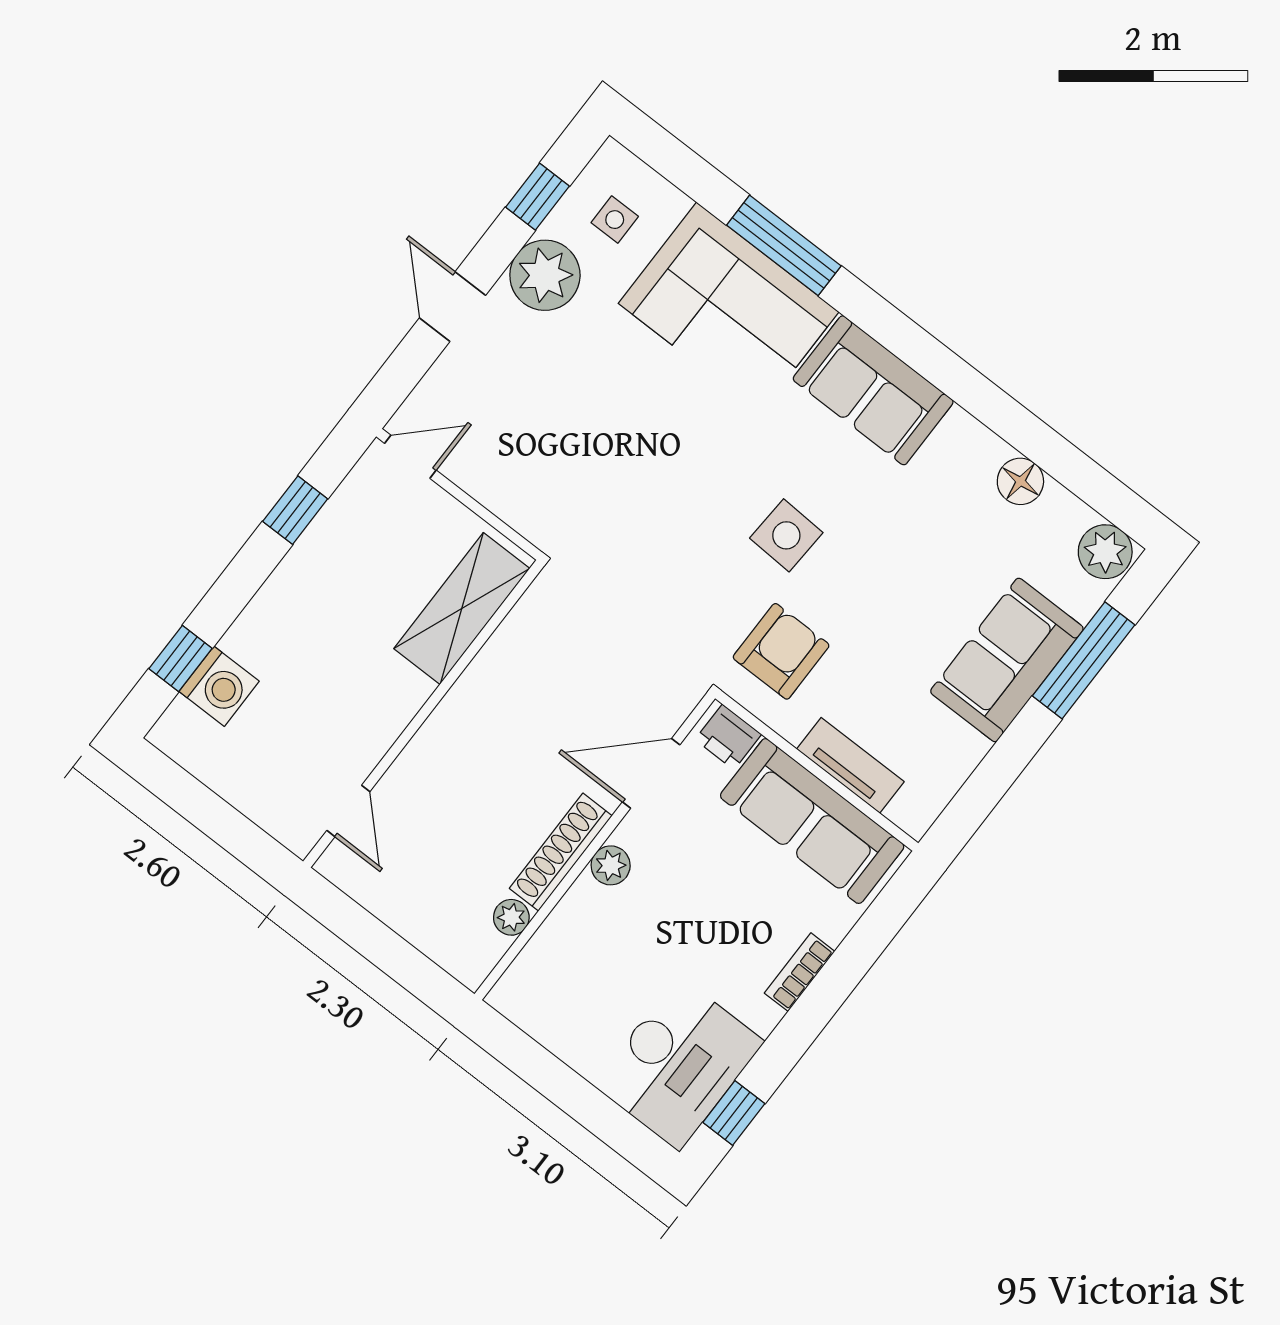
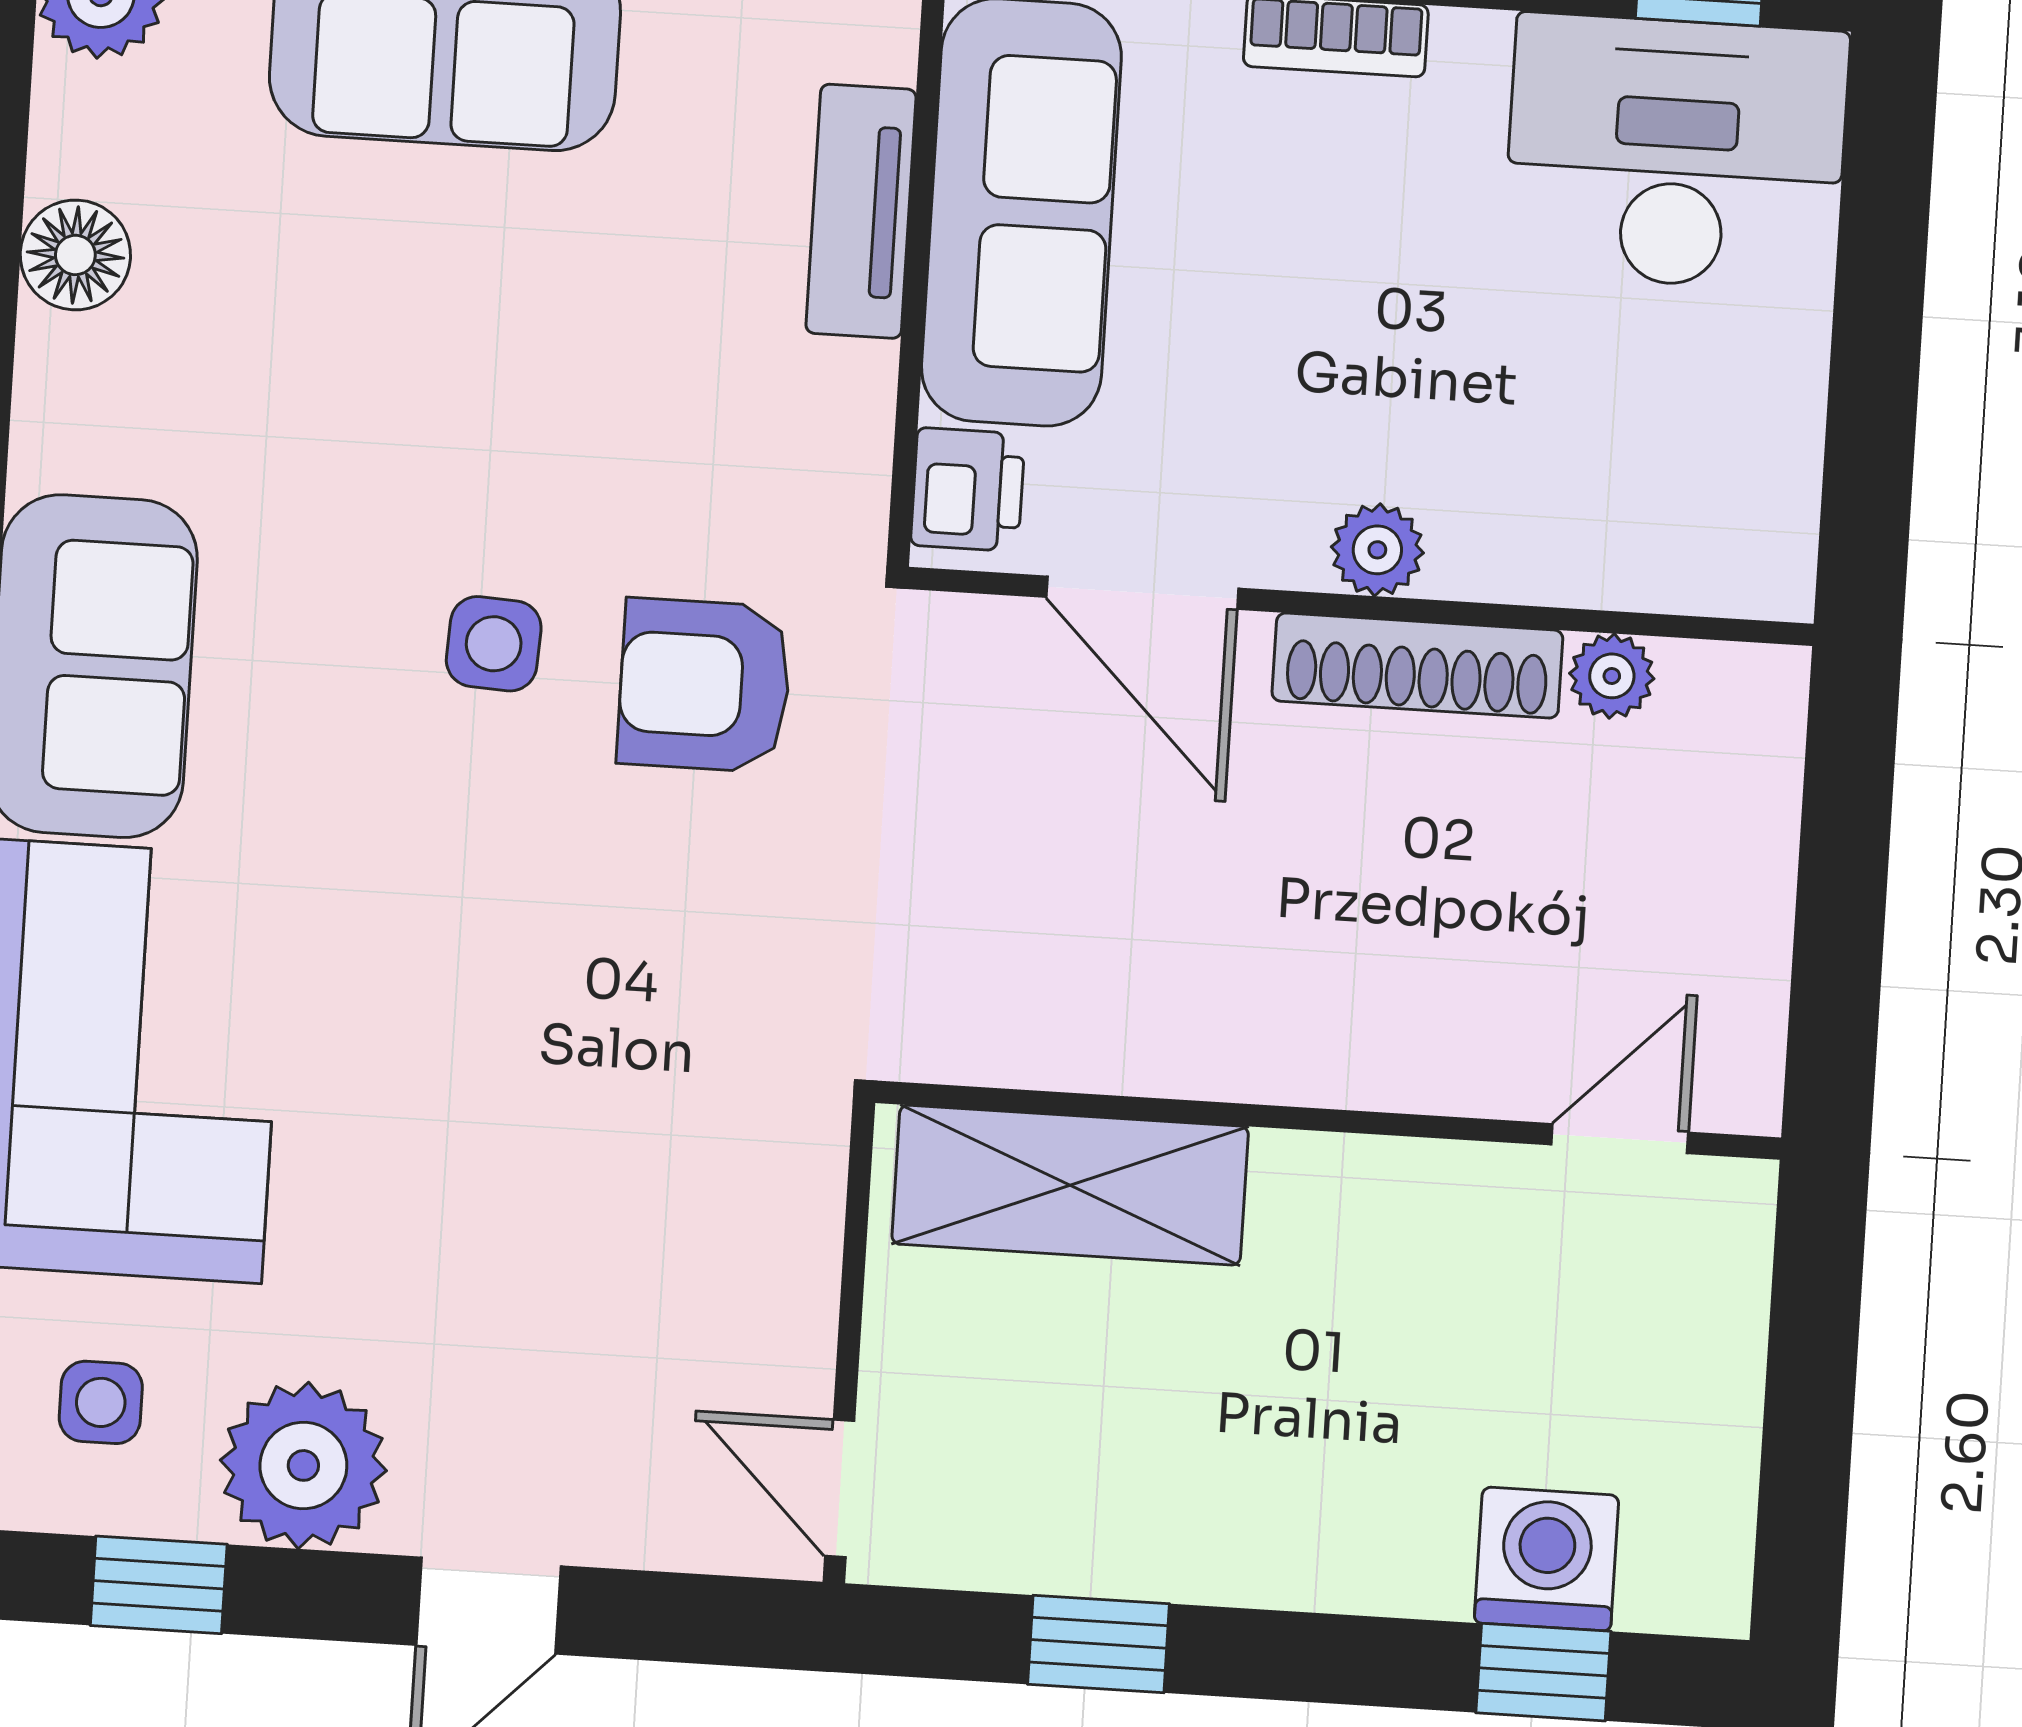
side table: (786, 535) -> (494, 644), width x0.73, depth x0.73
armchair: (781, 651) -> (704, 685), moved

